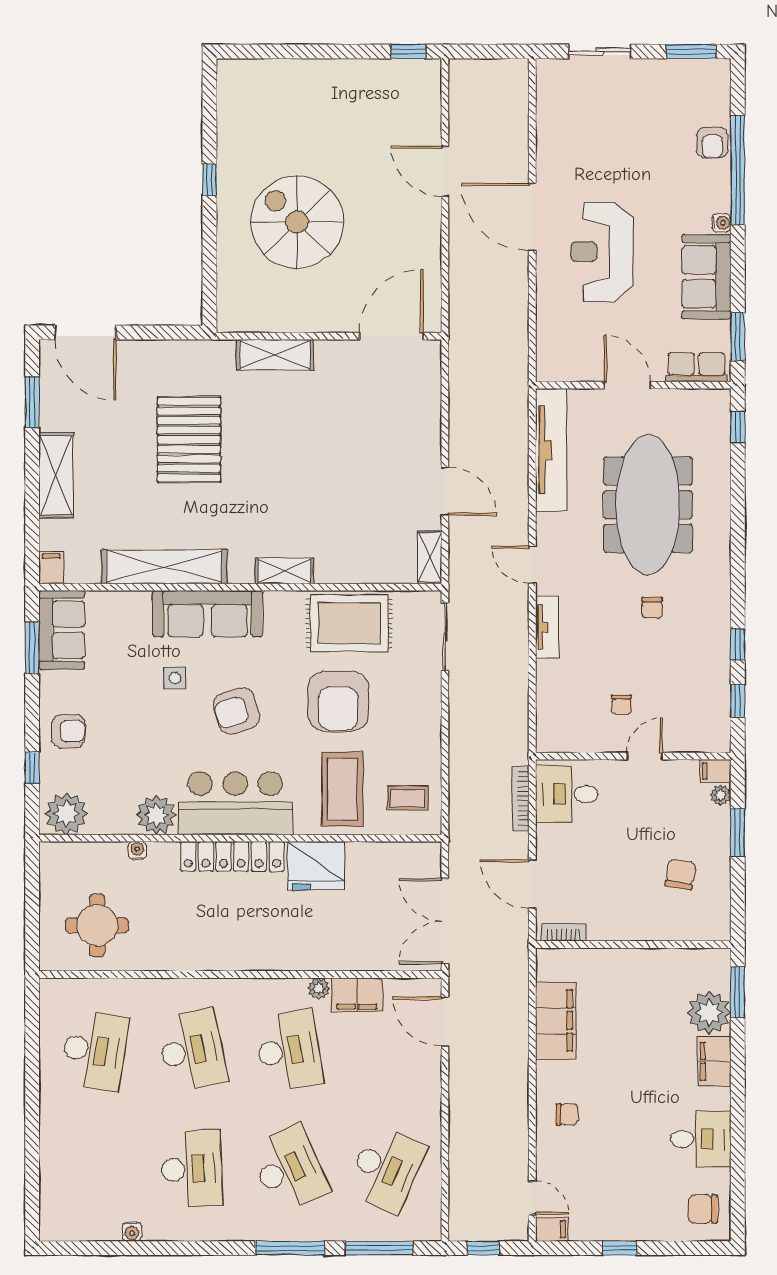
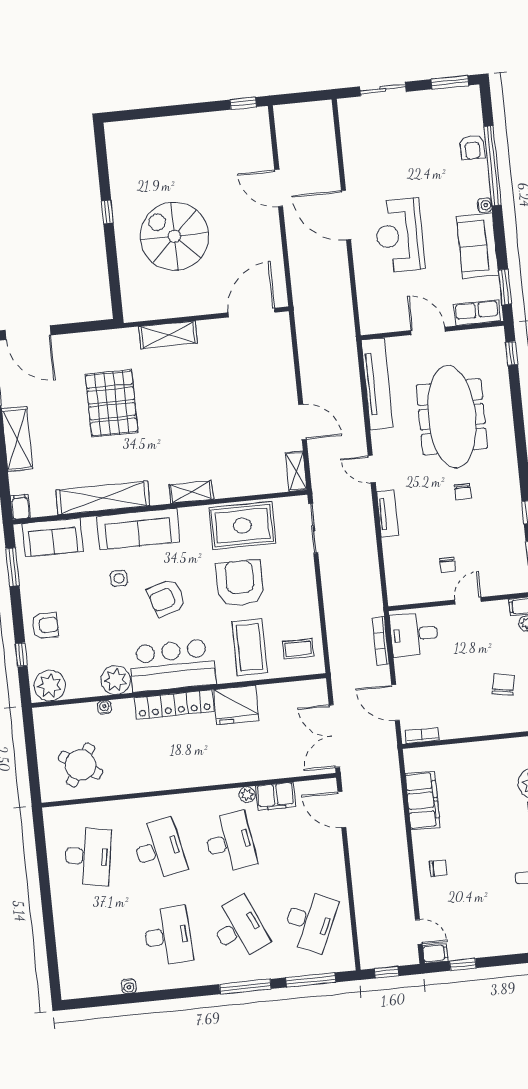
sofa: (62, 630) -> (53, 537), moved, turned 90
armchair: (338, 701) -> (240, 583), turned 180
round table: (97, 925) -> (81, 765), turned 32
window: (620, 1248) -> (463, 964), moved

